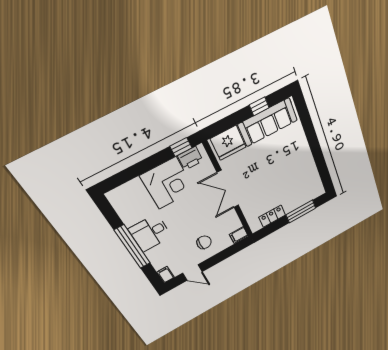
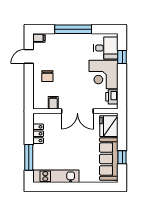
window: (181, 147) -> (122, 57), moved
kitchen unit: (310, 173) -> (56, 176), added
double door: (228, 189) -> (77, 111), swing flipped
desk: (150, 233) -> (106, 48), moved, turned 90
filing cabinet: (239, 235) -> (53, 103), moved

